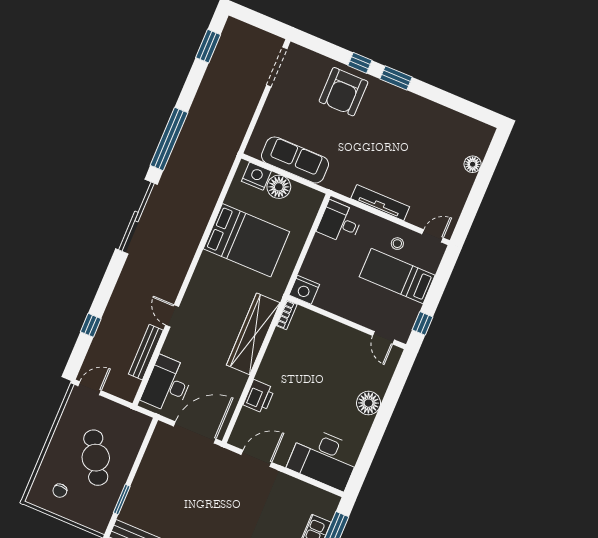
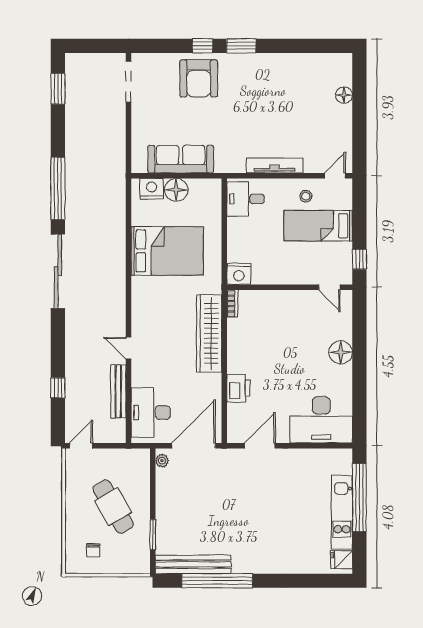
plant: (159, 434) -> (162, 461), added

